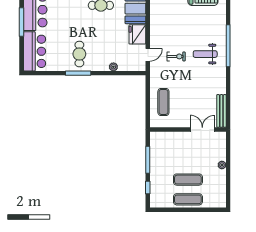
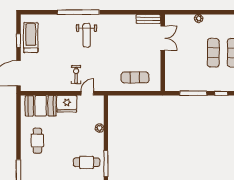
door: (148, 55) -> (87, 93), hinge flipped
exercise bike: (176, 56) -> (76, 74), moved
bench: (221, 111) -> (148, 19), width x0.73
double door: (202, 129) -> (163, 38), swing flipped

